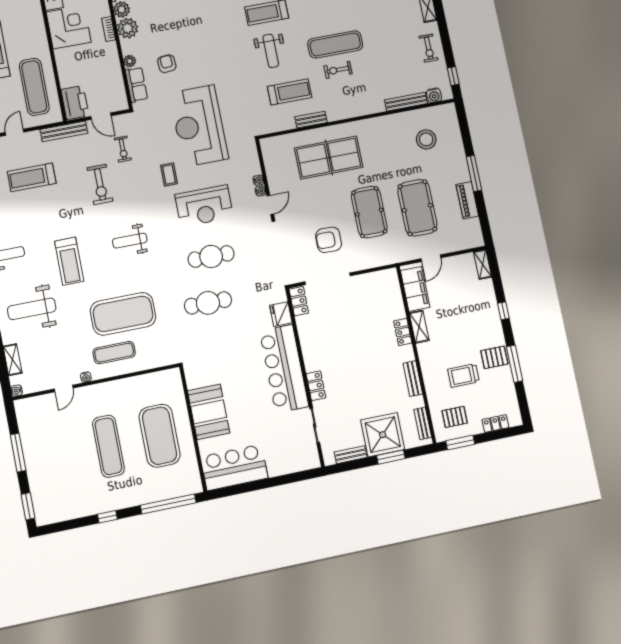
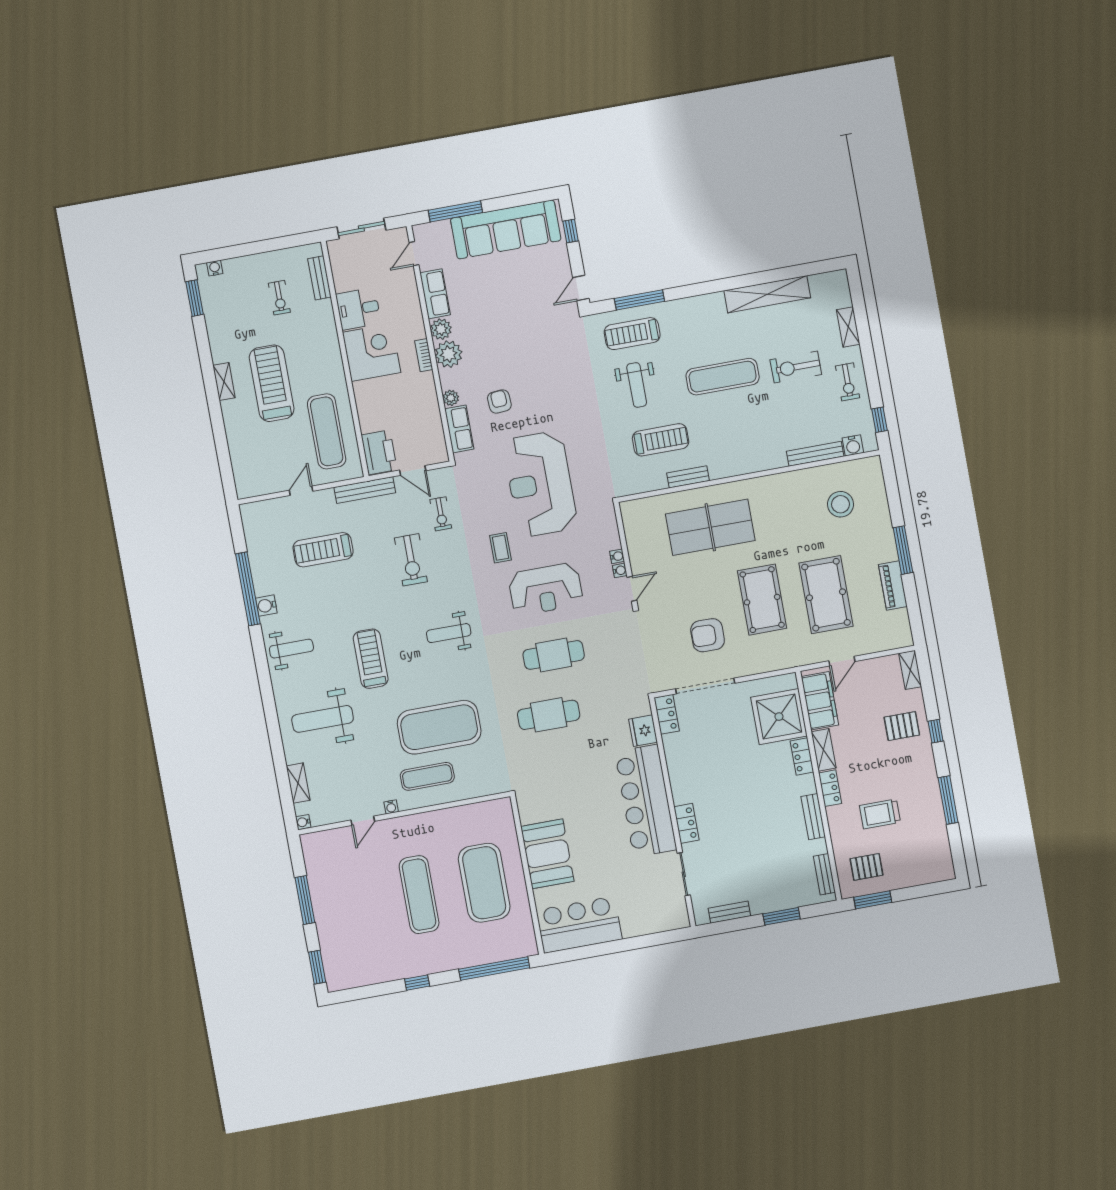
exercise bike: (338, 70) -> (796, 367), moved, width x1.38, depth x1.39
treadmill: (69, 261) -> (371, 659), turned 180
pallet: (494, 357) -> (902, 726), moved
locker: (495, 424) -> (830, 788), moved, turned 90
shower: (383, 435) -> (779, 717), moved

